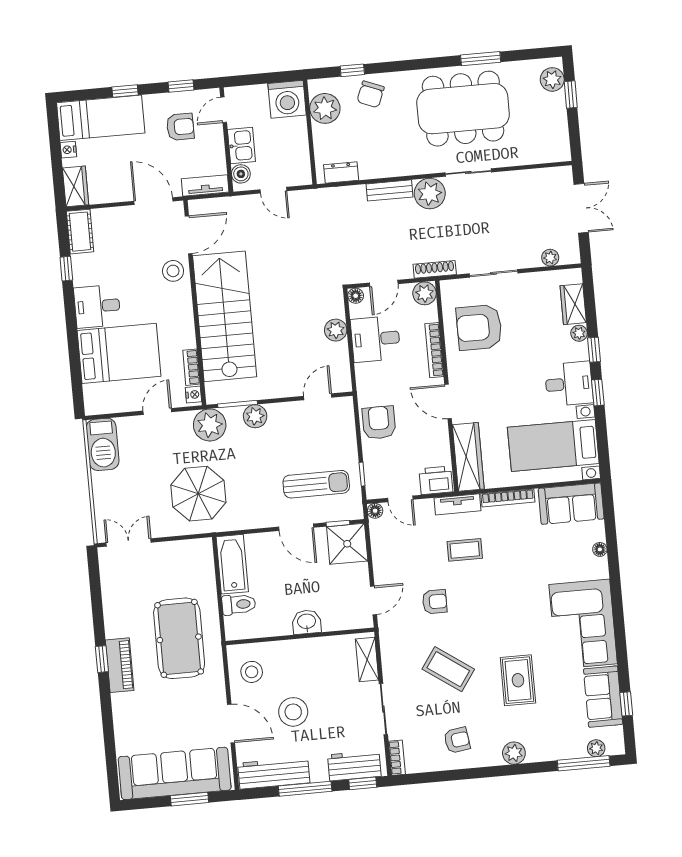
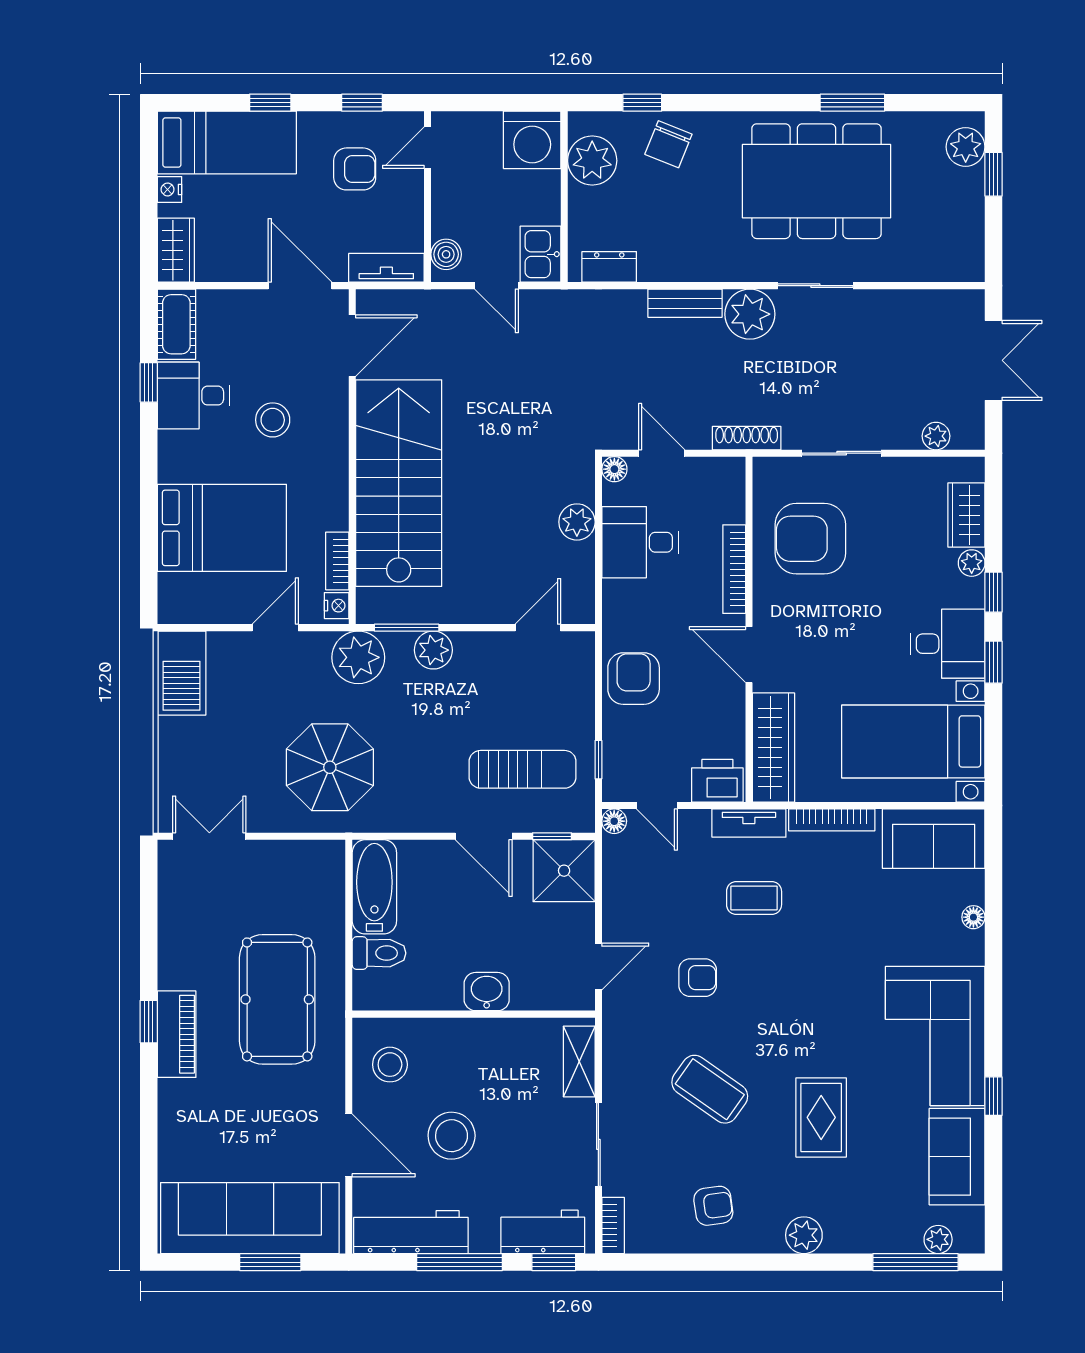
kitchen sink: (241, 146) -> (540, 254), moved, turned 180
stool: (173, 271) -> (273, 420), moved
door: (384, 283) -> (662, 453), swing flipped
plant: (425, 293) -> (727, 476), removed
desk: (97, 306) -> (193, 396), moved
window: (626, 704) -> (993, 1096), moved

